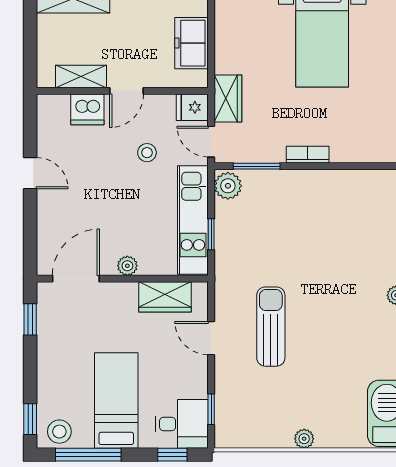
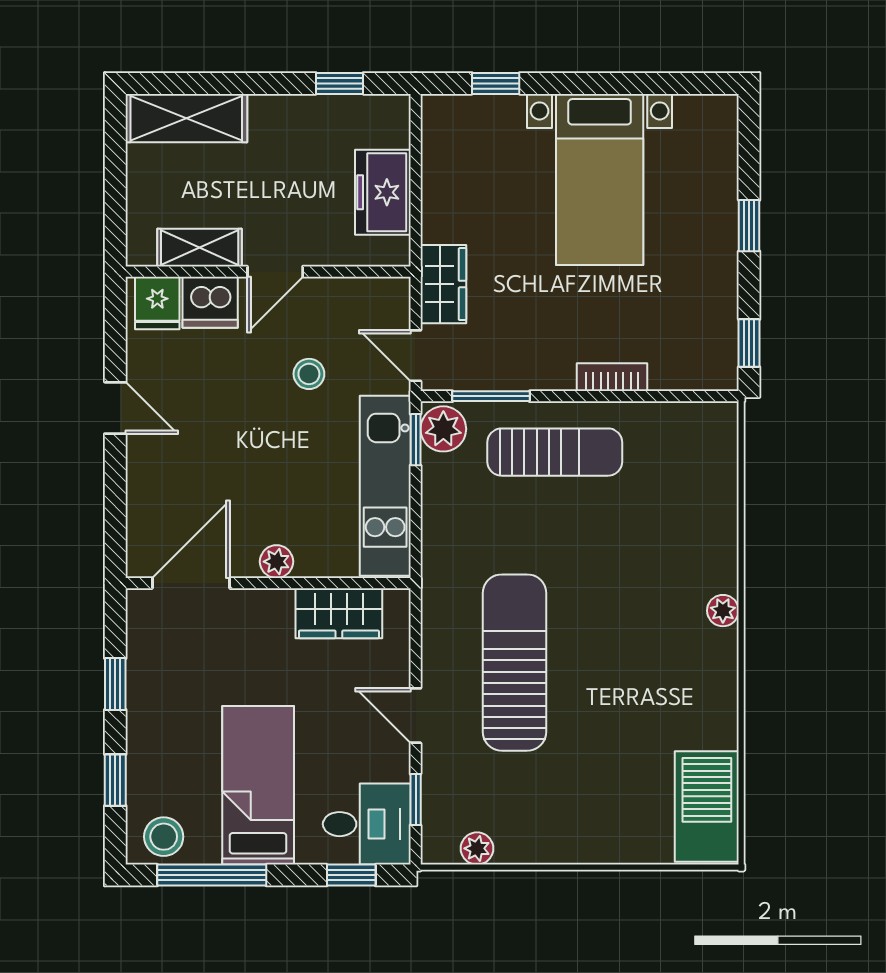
fridge: (192, 107) -> (157, 303), moved, turned -90
bookcase: (308, 155) -> (612, 377), moved
sun lounger: (295, 200) -> (555, 452), added
window: (211, 234) -> (416, 440), moved
window: (30, 319) -> (115, 684), moved
sun lounger: (271, 327) -> (514, 663), width x1.36, depth x1.34
door: (211, 338) -> (416, 716), moved
window: (30, 419) -> (115, 780), moved
plant: (304, 439) -> (477, 848), moved

